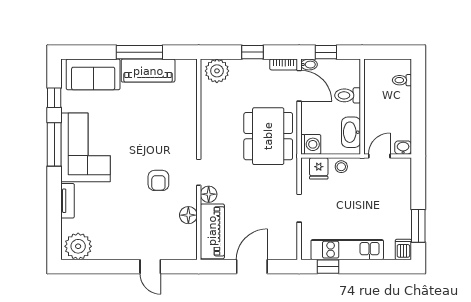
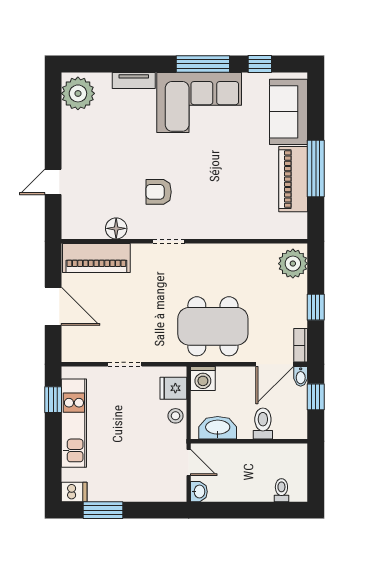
floor lamp: (209, 194) -> (142, 253), removed

